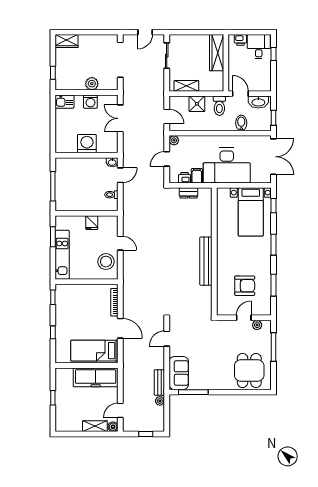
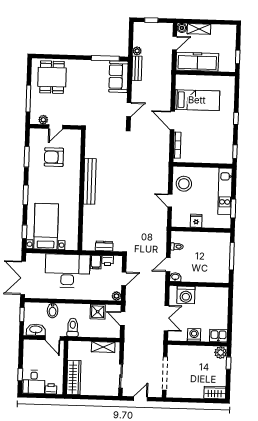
plant: (92, 84) -> (221, 353), moved
shower: (197, 104) -> (98, 312), moved
washing machine: (87, 144) -> (186, 295), moved
wall: (87, 365) -> (205, 73), moved
freezer: (96, 377) -> (197, 62), moved

